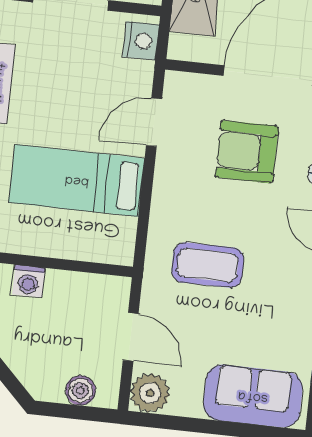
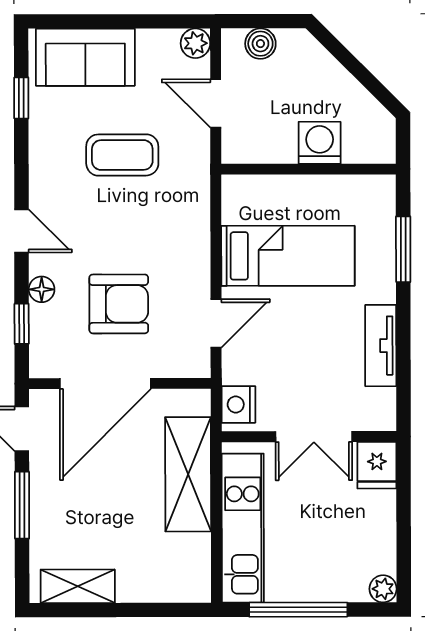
coffee table: (208, 265) -> (122, 155), moved
washing machine: (29, 281) -> (320, 143), width x1.38, depth x1.38
plant: (150, 393) -> (195, 43), width x0.73, depth x0.73

